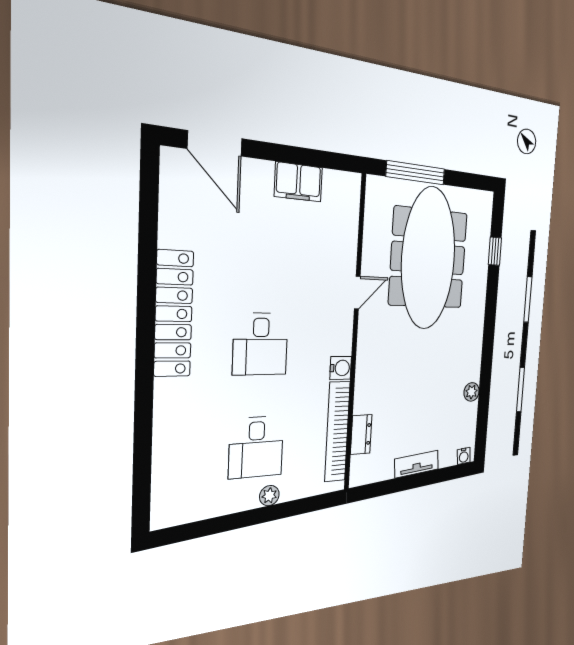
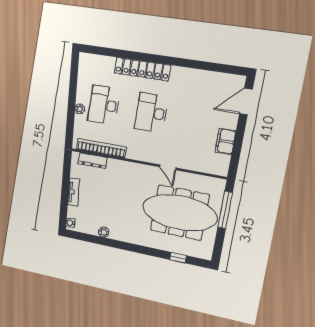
locker: (174, 314) -> (142, 69), moved
desk: (261, 344) -> (151, 113), width x1.37
water cooler: (341, 368) -> (132, 154), removed
dresser: (361, 434) -> (93, 160), width x1.44
desk: (256, 447) -> (104, 105), width x1.37

